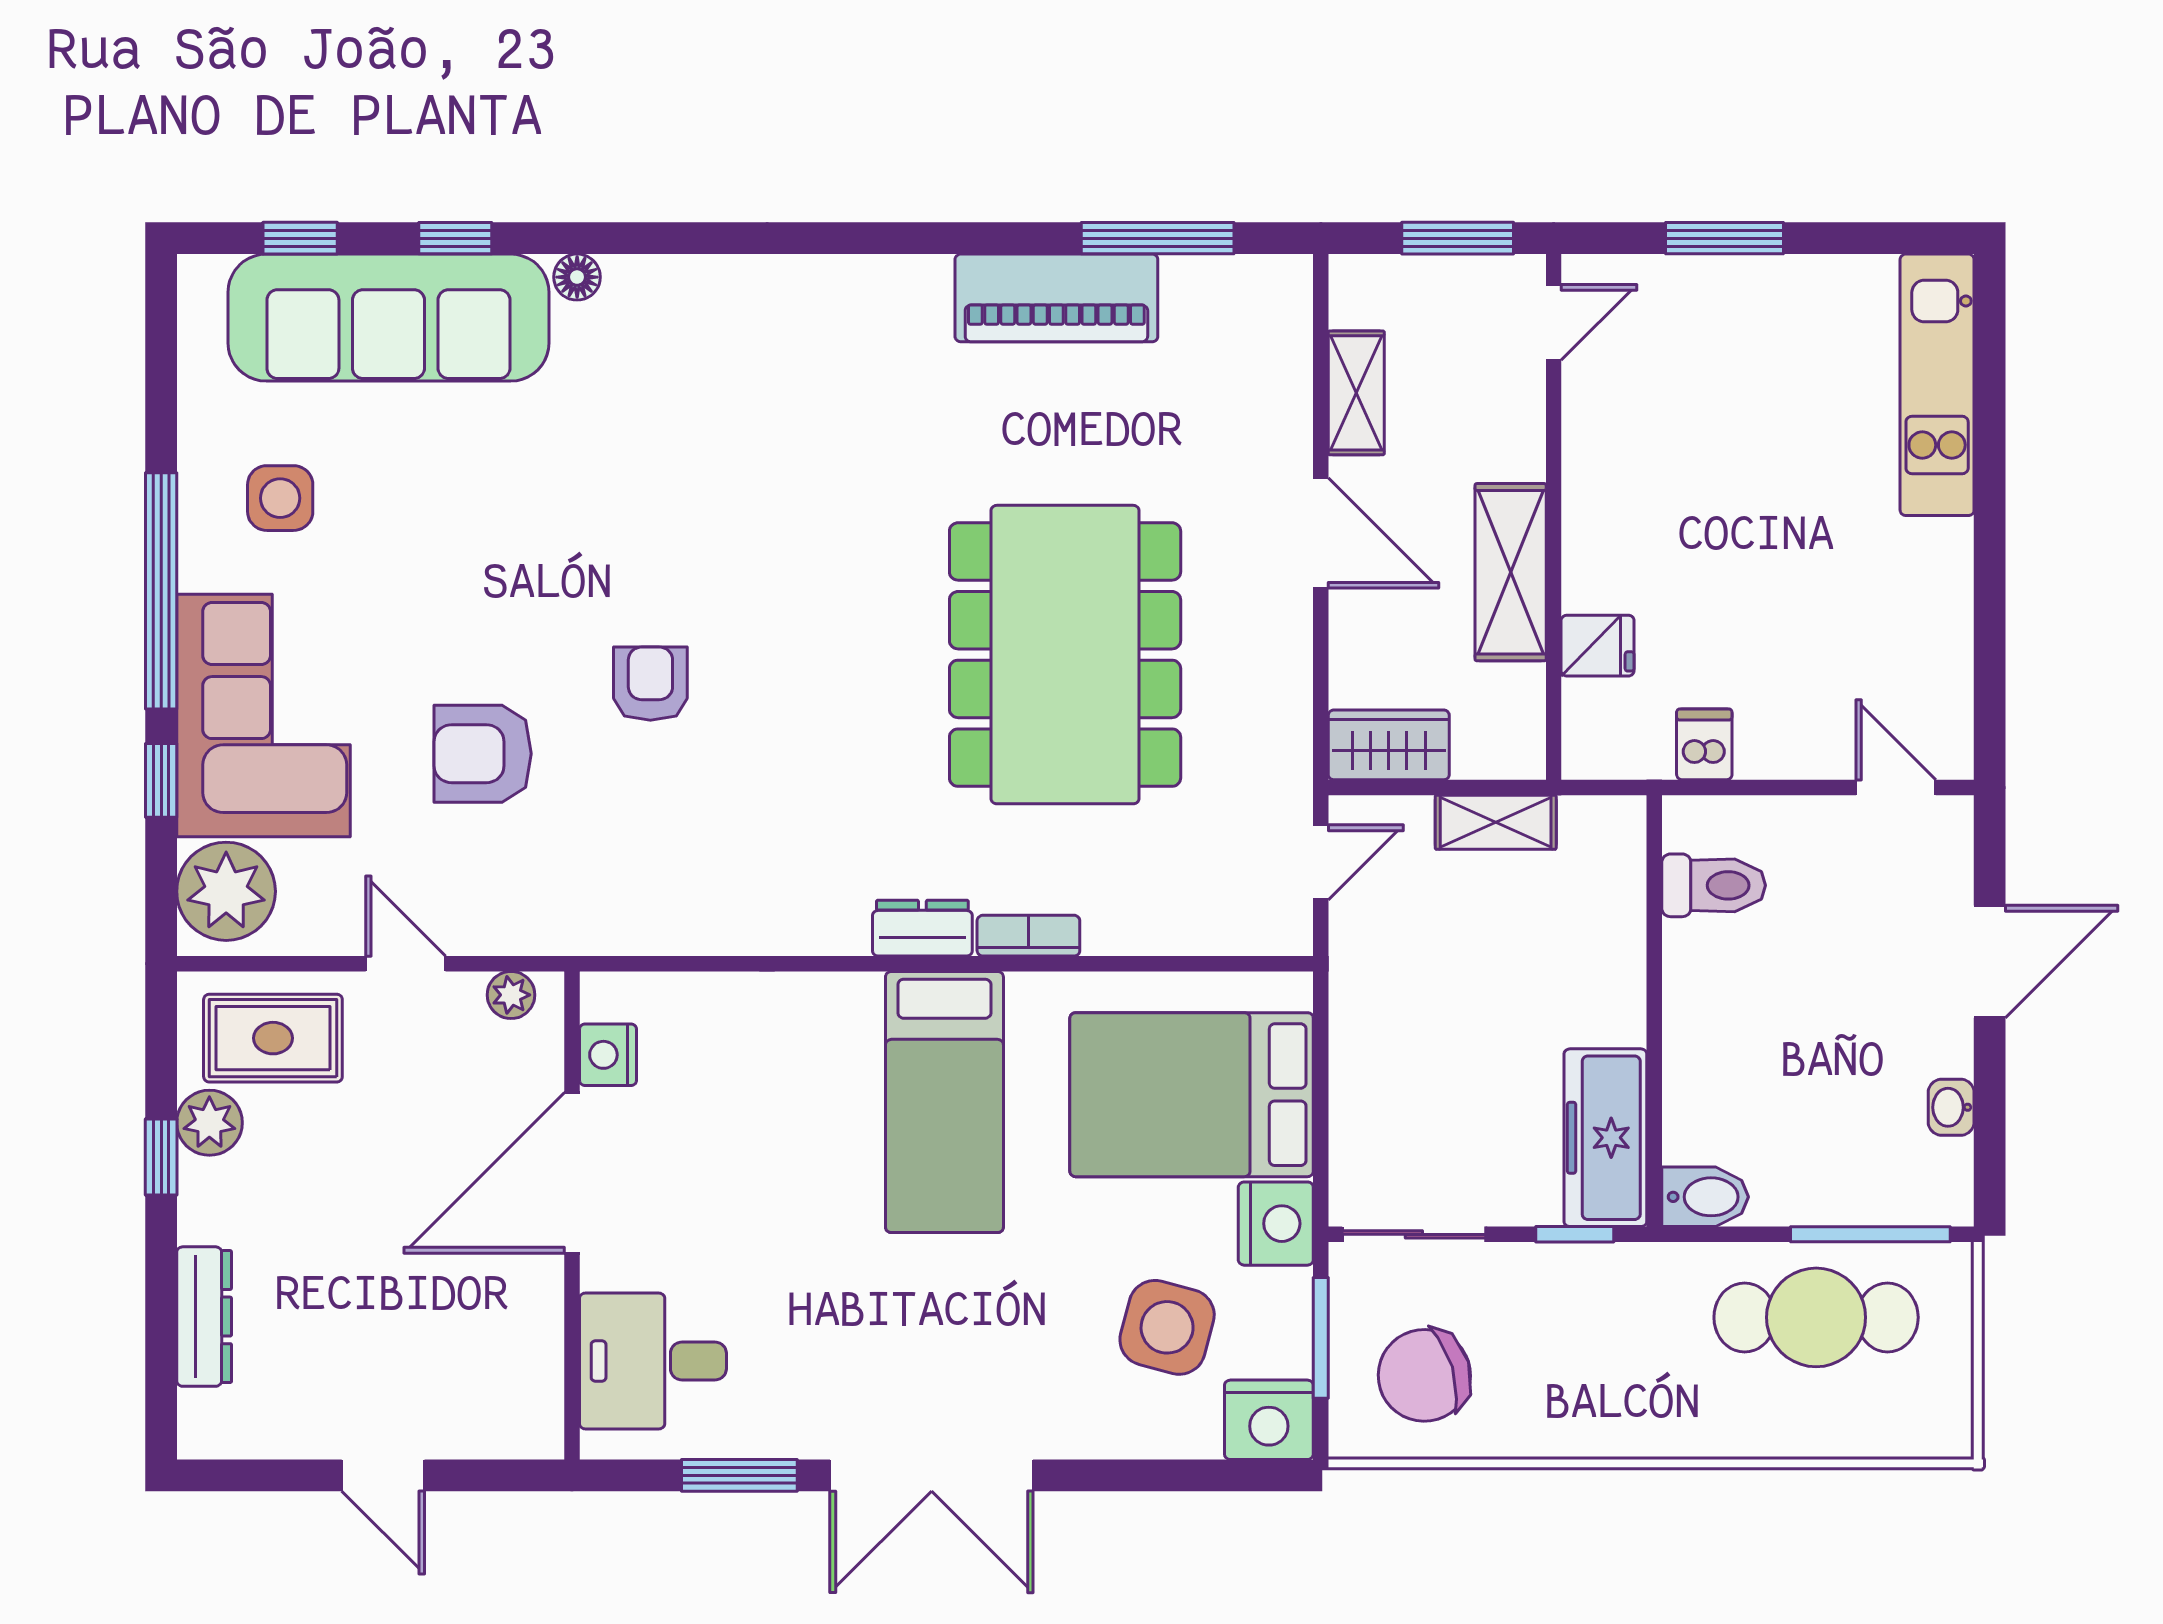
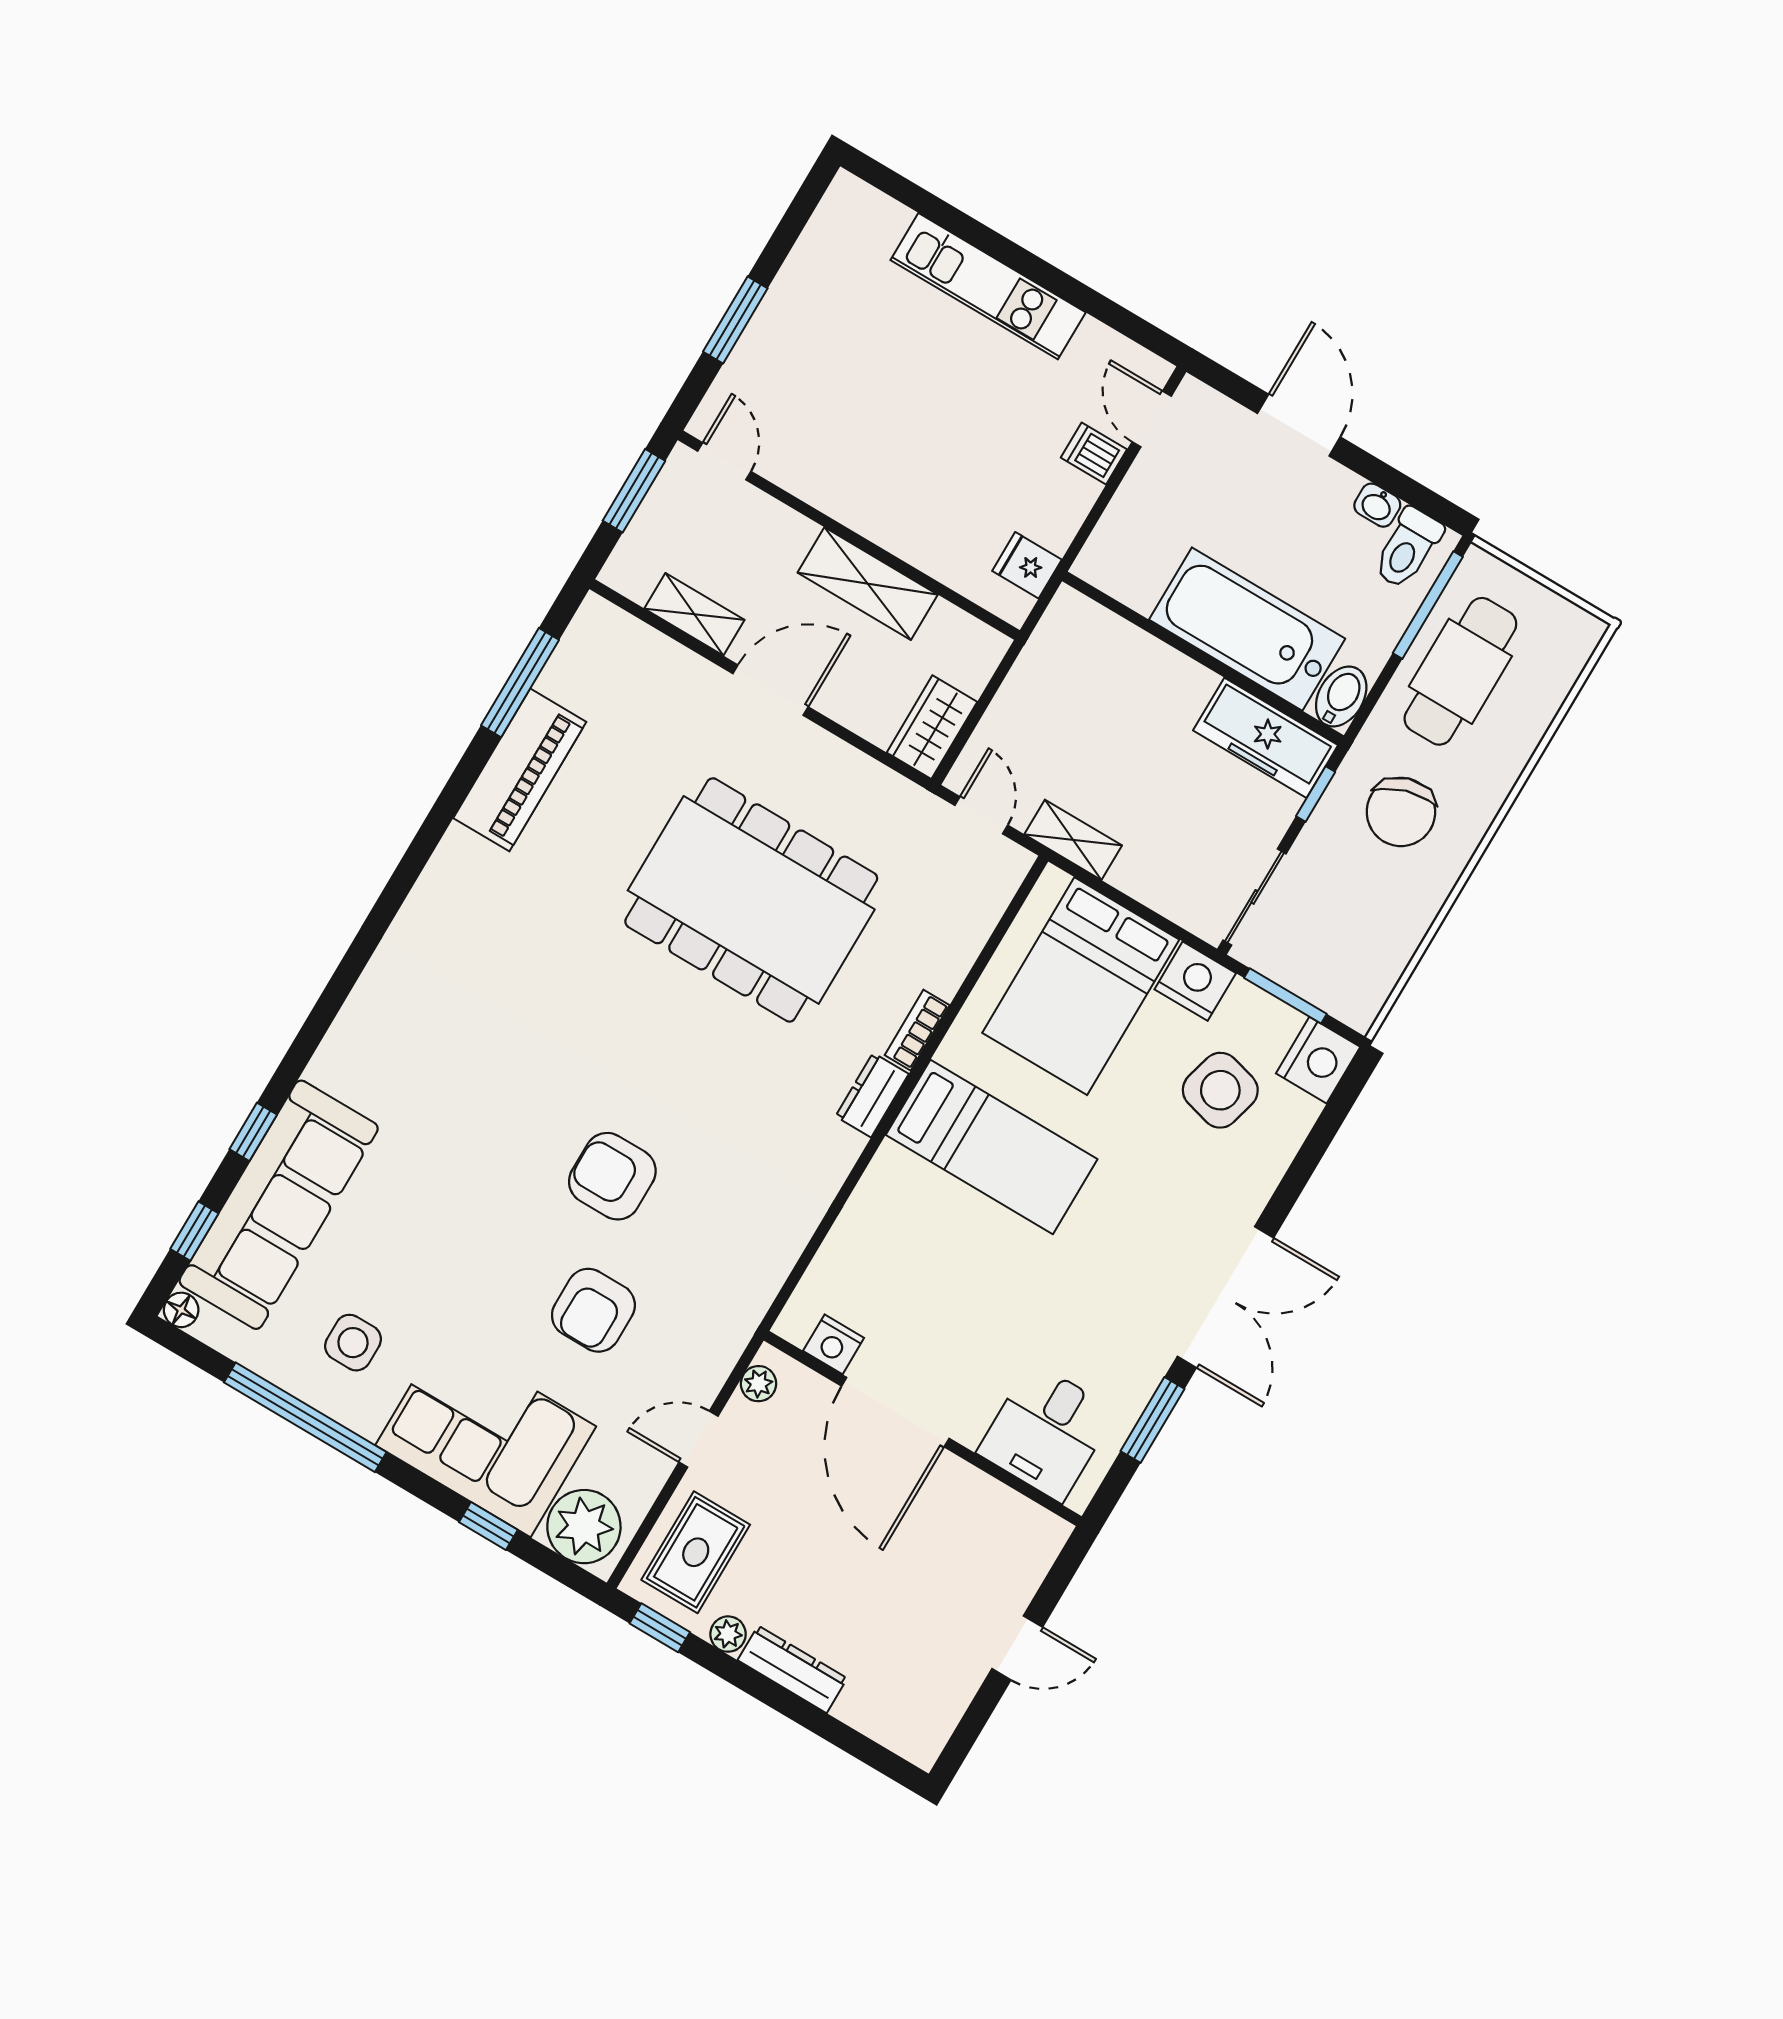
floor lamp: (577, 277) -> (181, 1310), moved
kitchen unit: (1937, 385) -> (988, 286), moved
window: (161, 591) -> (305, 1417), moved
fridge: (1598, 646) -> (1027, 565), moved, turned -90
armchair: (650, 684) -> (612, 1176), width x1.38, depth x1.38
dishwasher: (1704, 744) -> (1094, 454), moved
door: (1896, 788) -> (1152, 419), hinge flipped
shelving: (1496, 822) -> (1073, 840), moved, turned 90
toilet: (1714, 885) -> (1408, 548), moved, turned 180
bathtub: (1718, 1042) -> (1247, 629), added
plant: (209, 1123) -> (728, 1634), width x0.73, depth x0.73
window: (161, 1157) -> (660, 1628), moved
dresser: (204, 1317) -> (792, 1669), moved
chair: (1424, 1375) -> (1401, 812), moved

